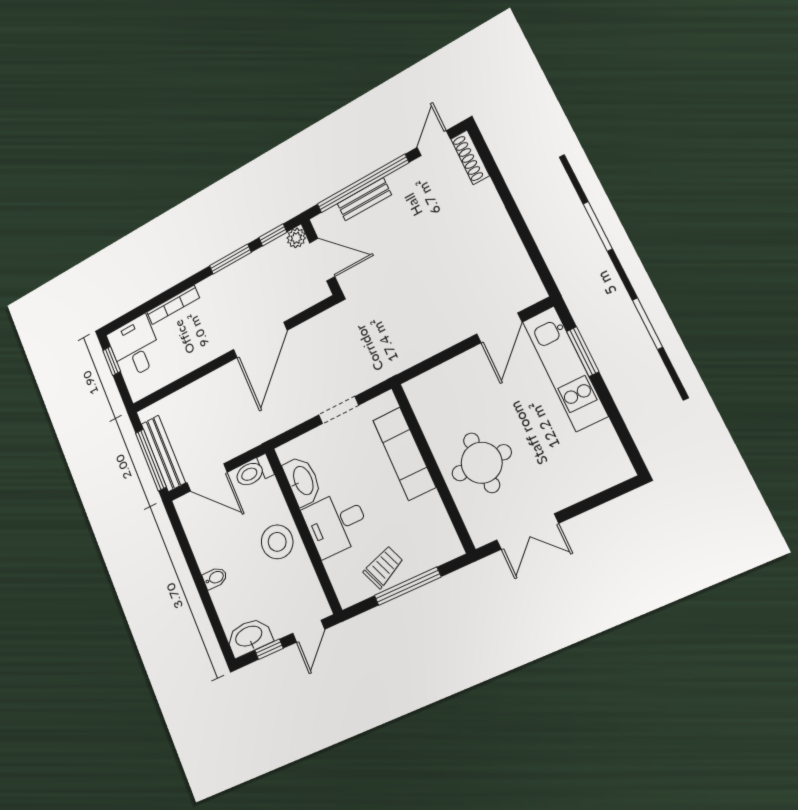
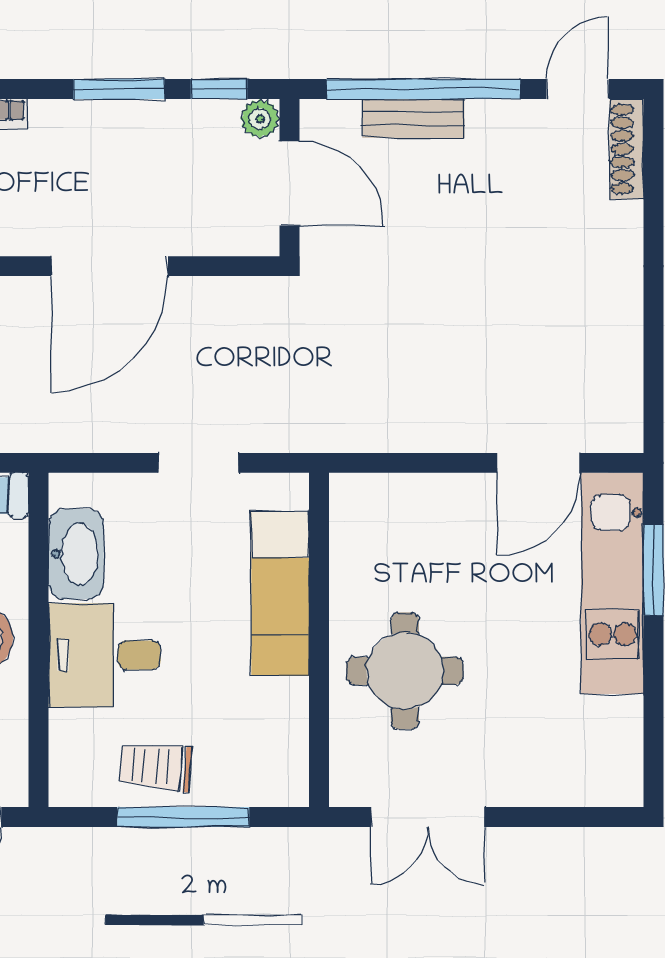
trolley: (383, 567) -> (156, 767), turned -152

